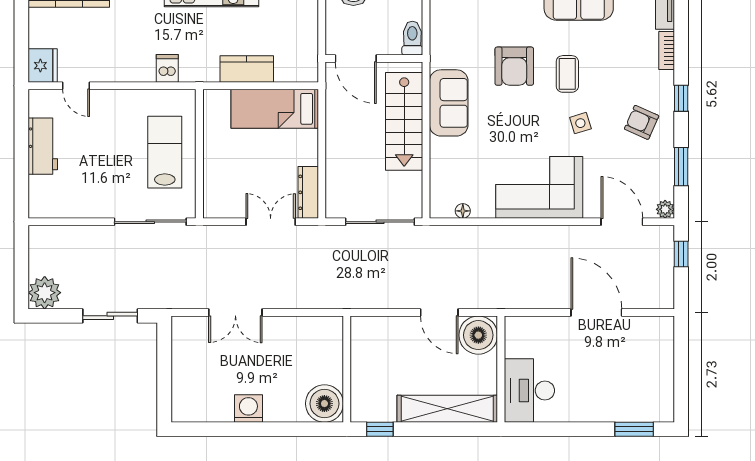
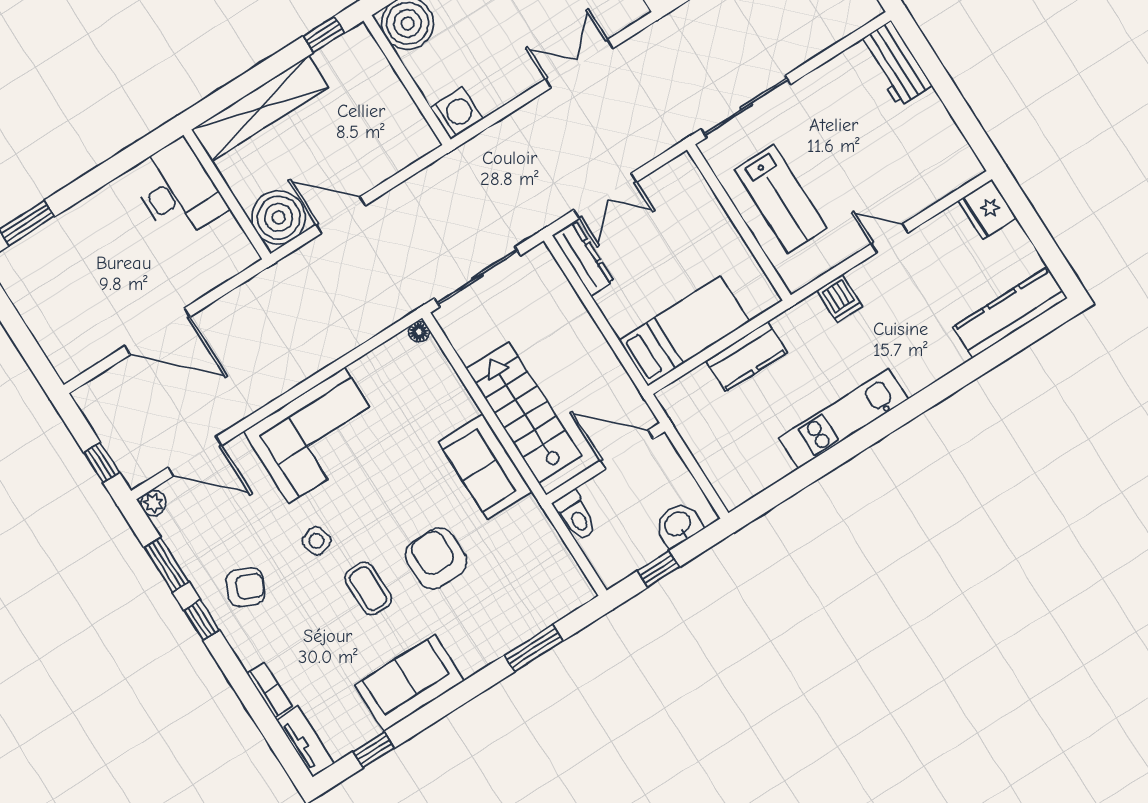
door: (76, 86) -> (890, 238), moved
window: (681, 98) -> (202, 620), moved
workbench: (43, 146) -> (895, 64), moved
floor lamp: (463, 211) -> (419, 332), moved
washing machine: (329, 330) -> (456, 113), added

